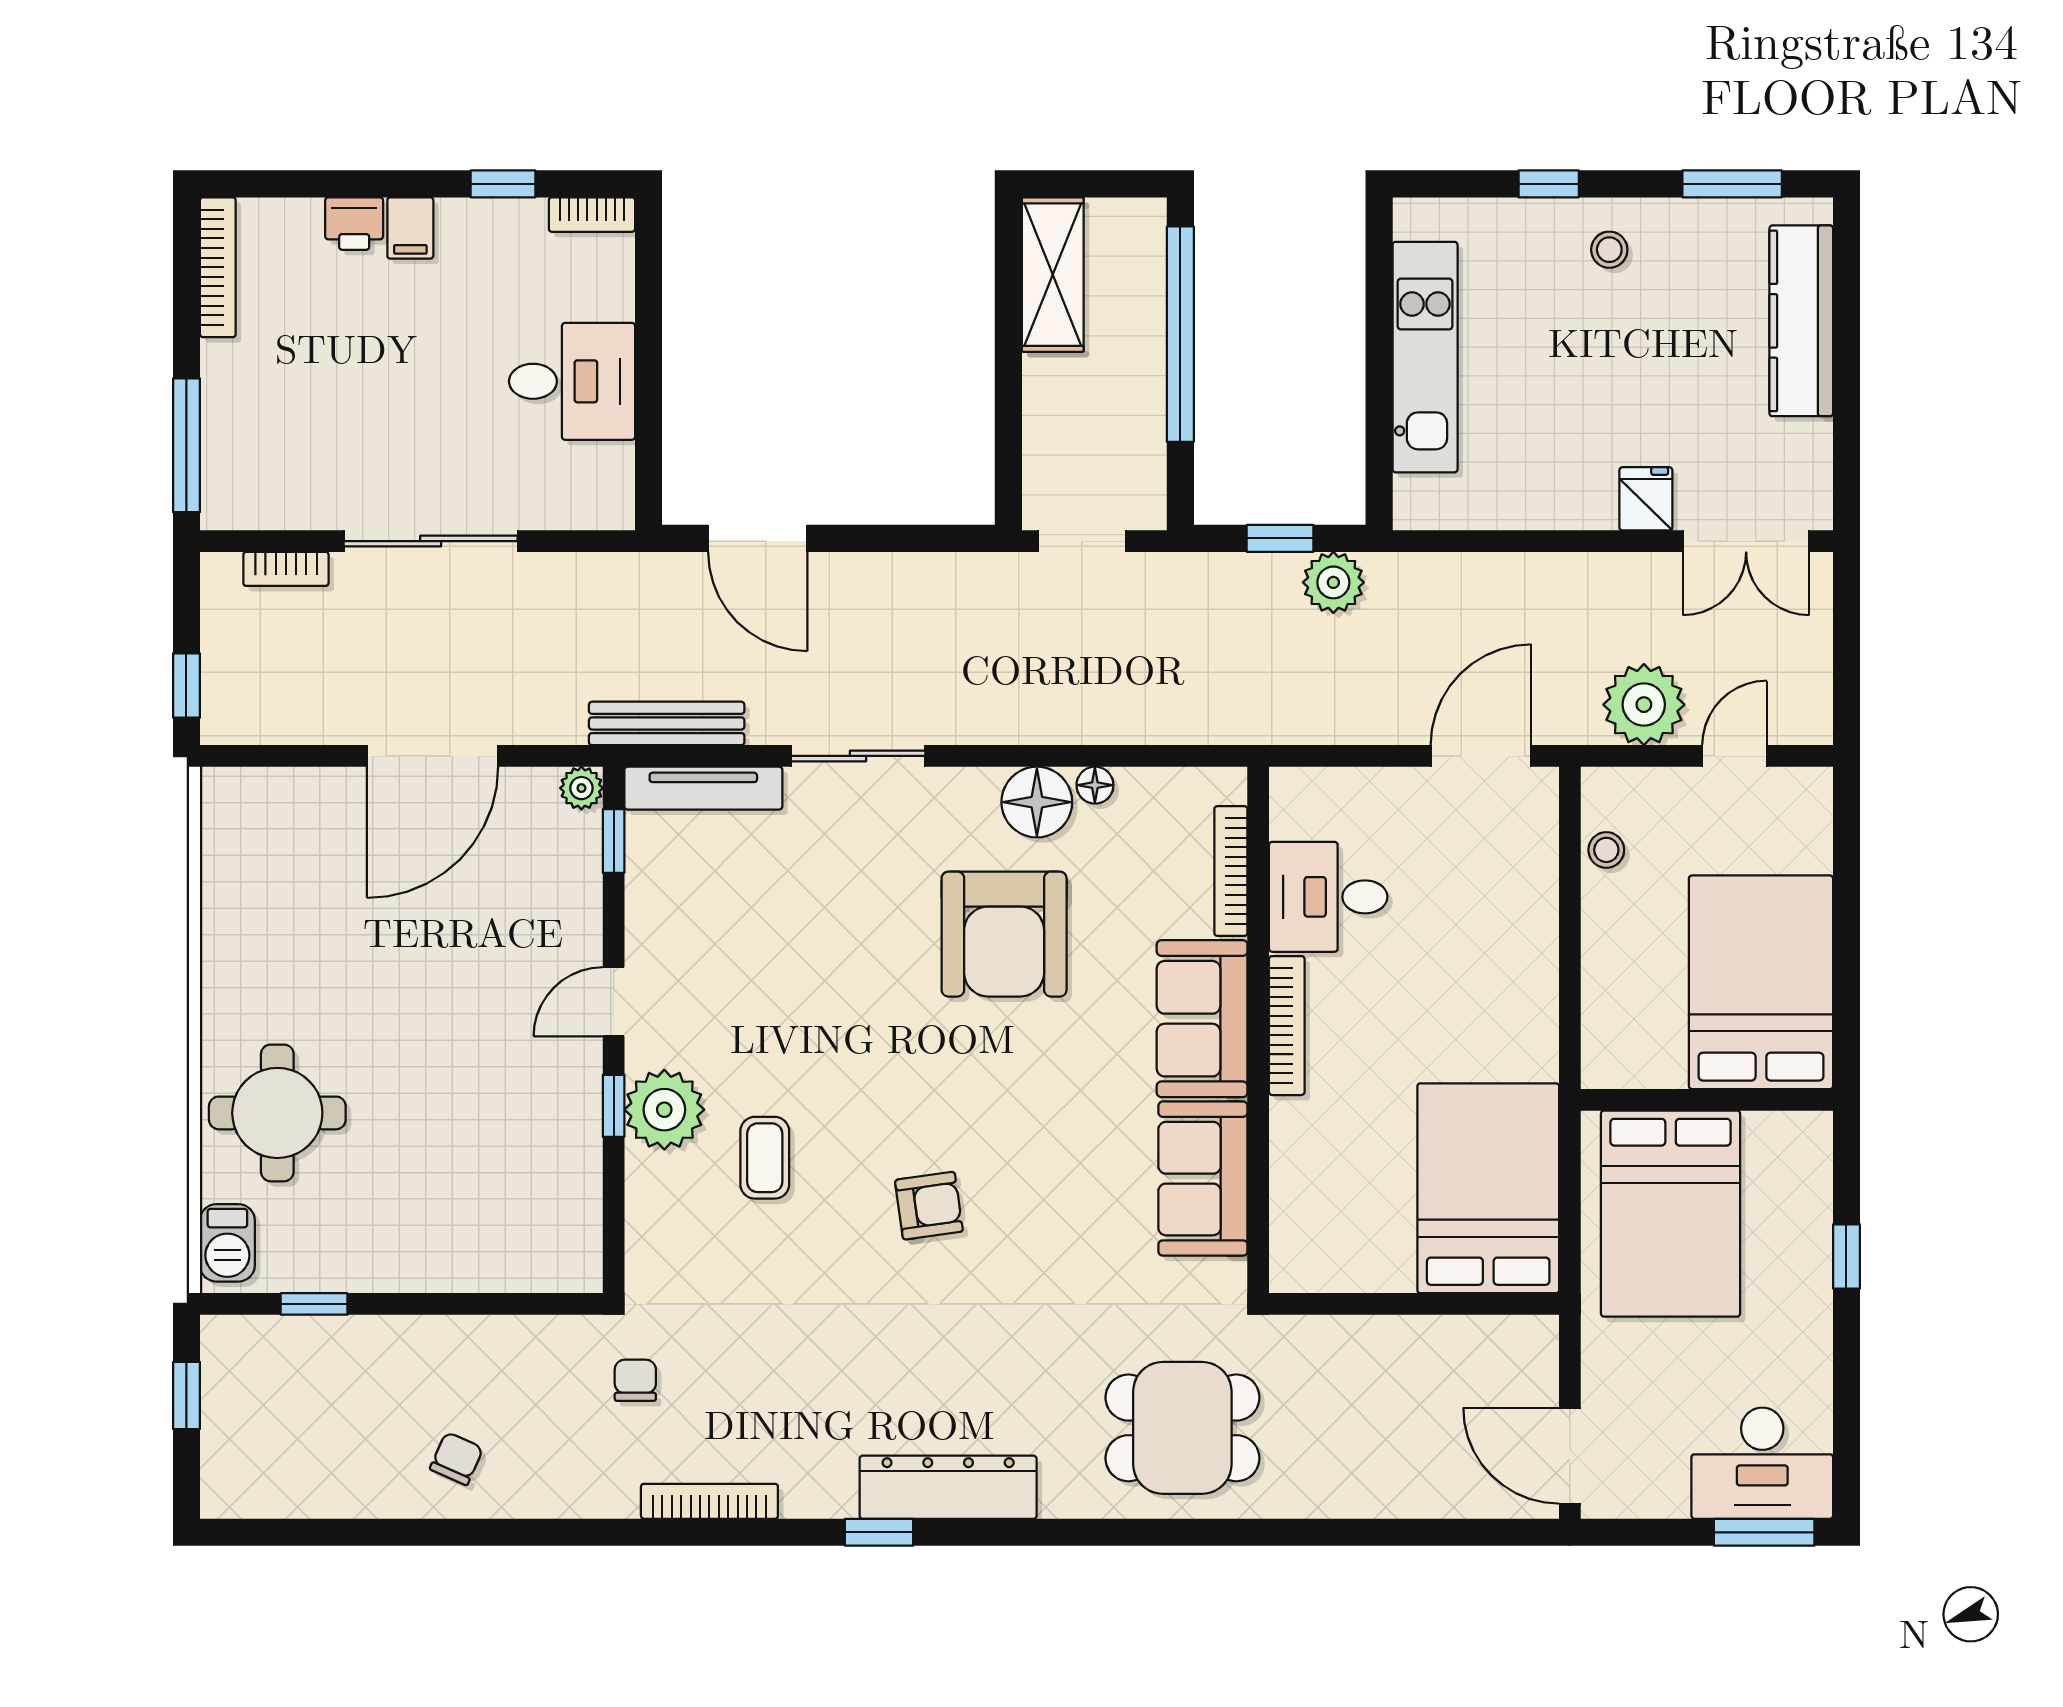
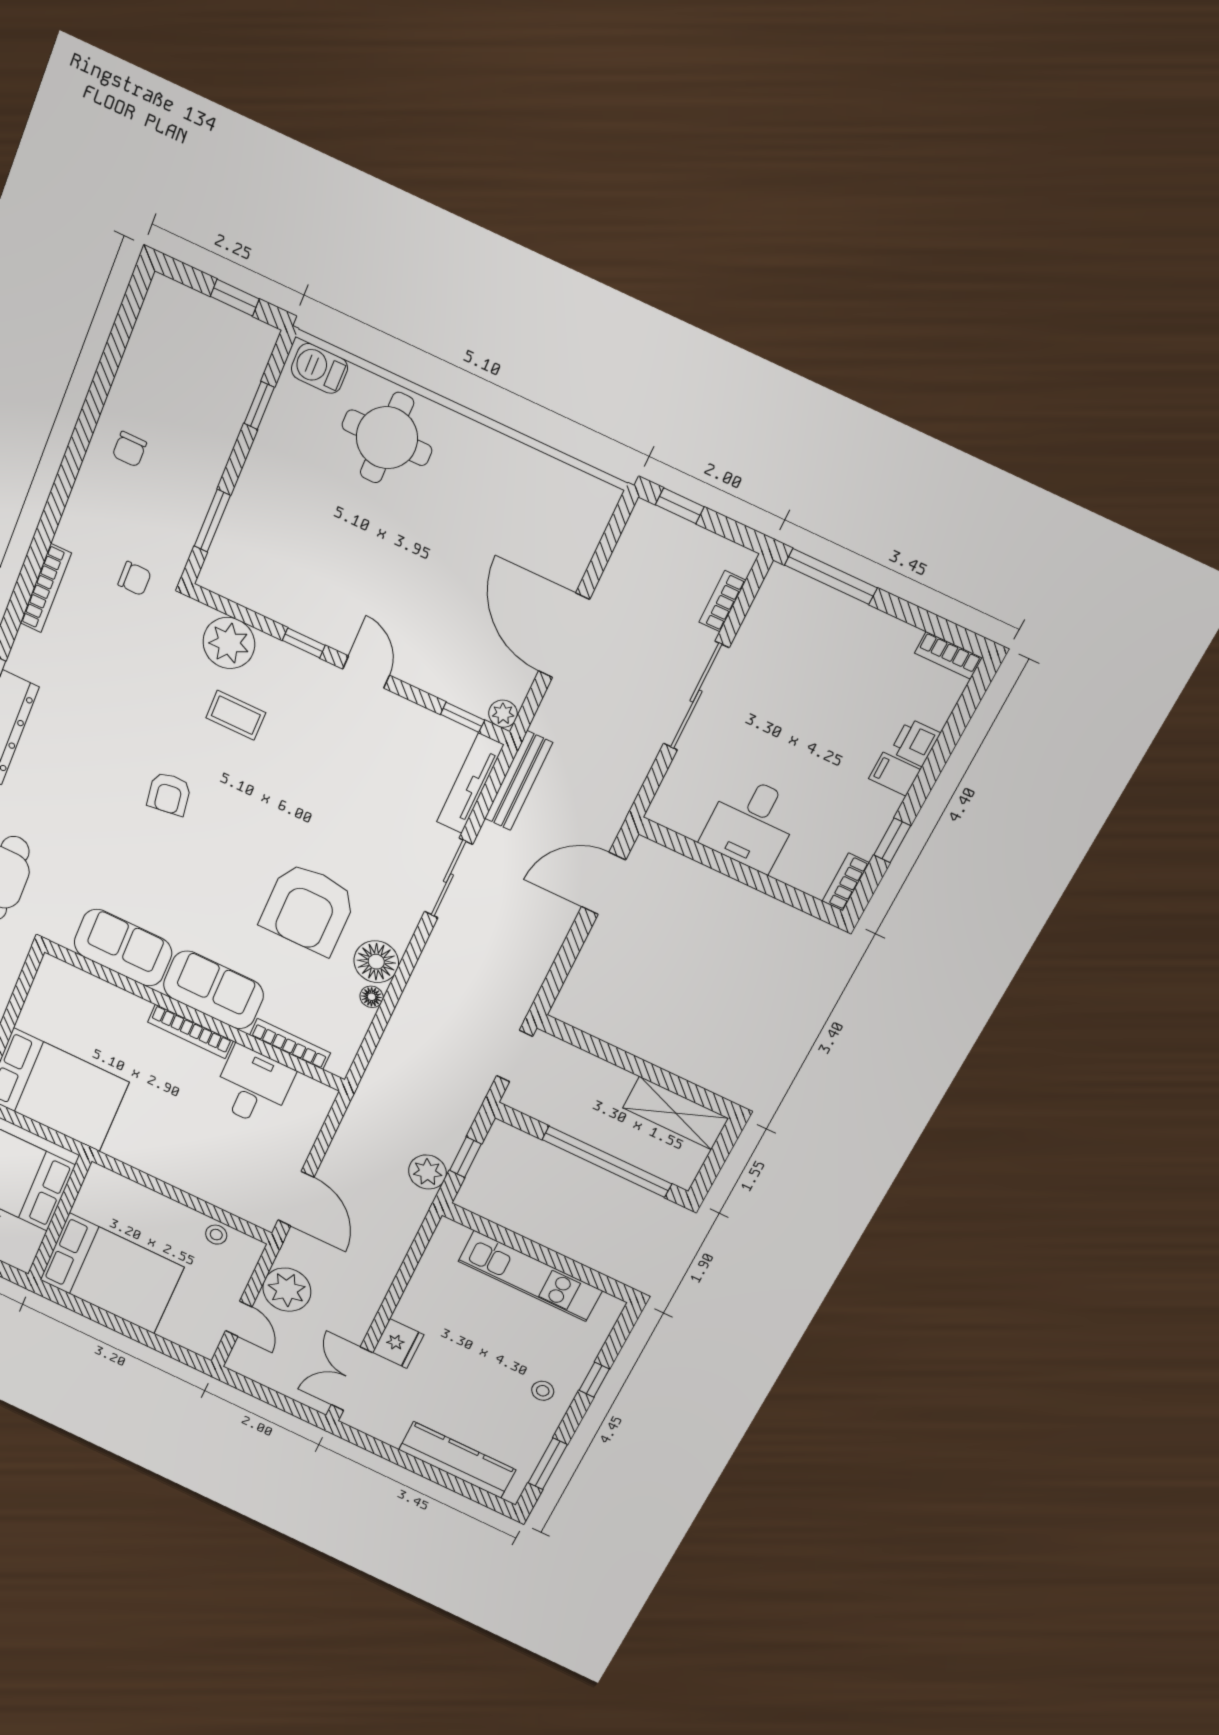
bookcase: (218, 267) -> (948, 655), width x0.64
fridge: (1646, 499) -> (398, 1343), width x1.38
armchair: (1004, 934) -> (308, 908), turned -90
plant: (664, 1110) -> (229, 643), moved
window: (502, 1304) -> (212, 521), added
chair: (456, 1459) -> (129, 449), turned 66

